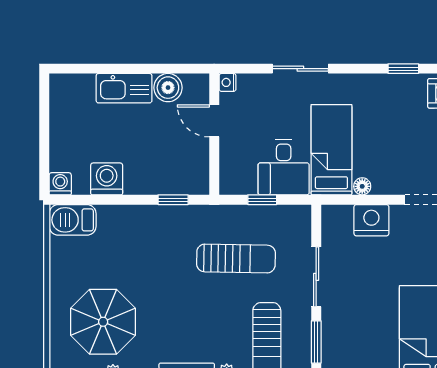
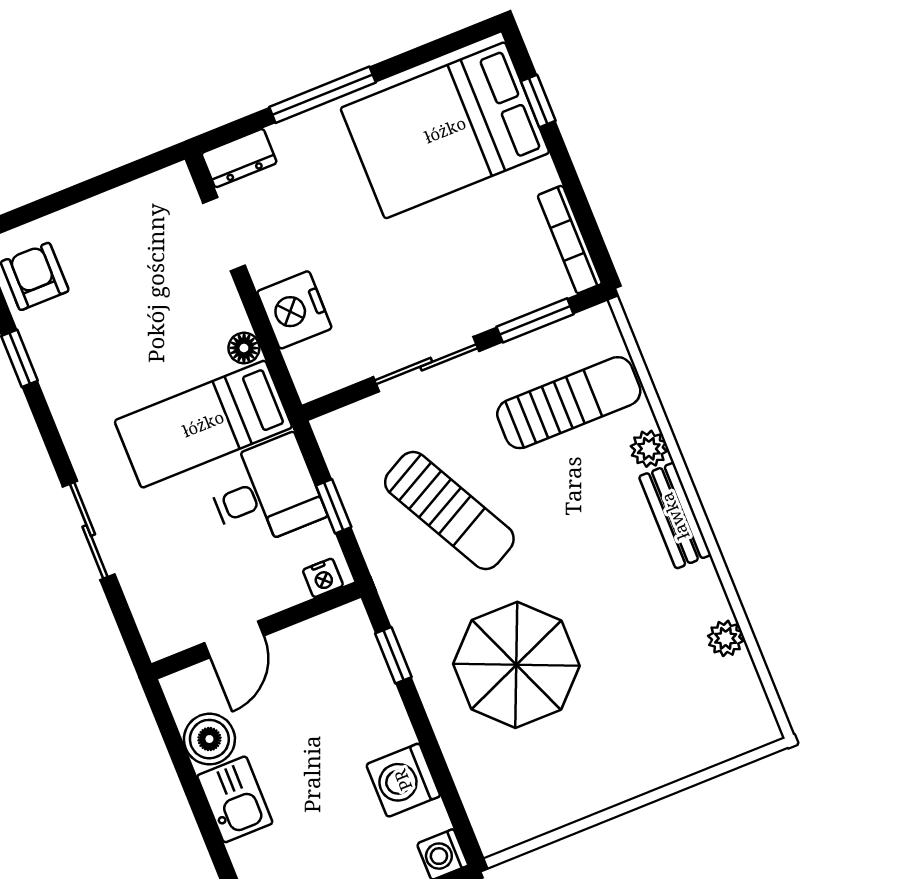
nightstand: (227, 82) -> (323, 578), moved
kitchen sink: (124, 88) -> (235, 799), width x0.73
barbecue: (73, 220) -> (495, 810), removed
sun lounger: (236, 258) -> (449, 511), turned 151
parasol: (103, 322) -> (516, 665), moved

